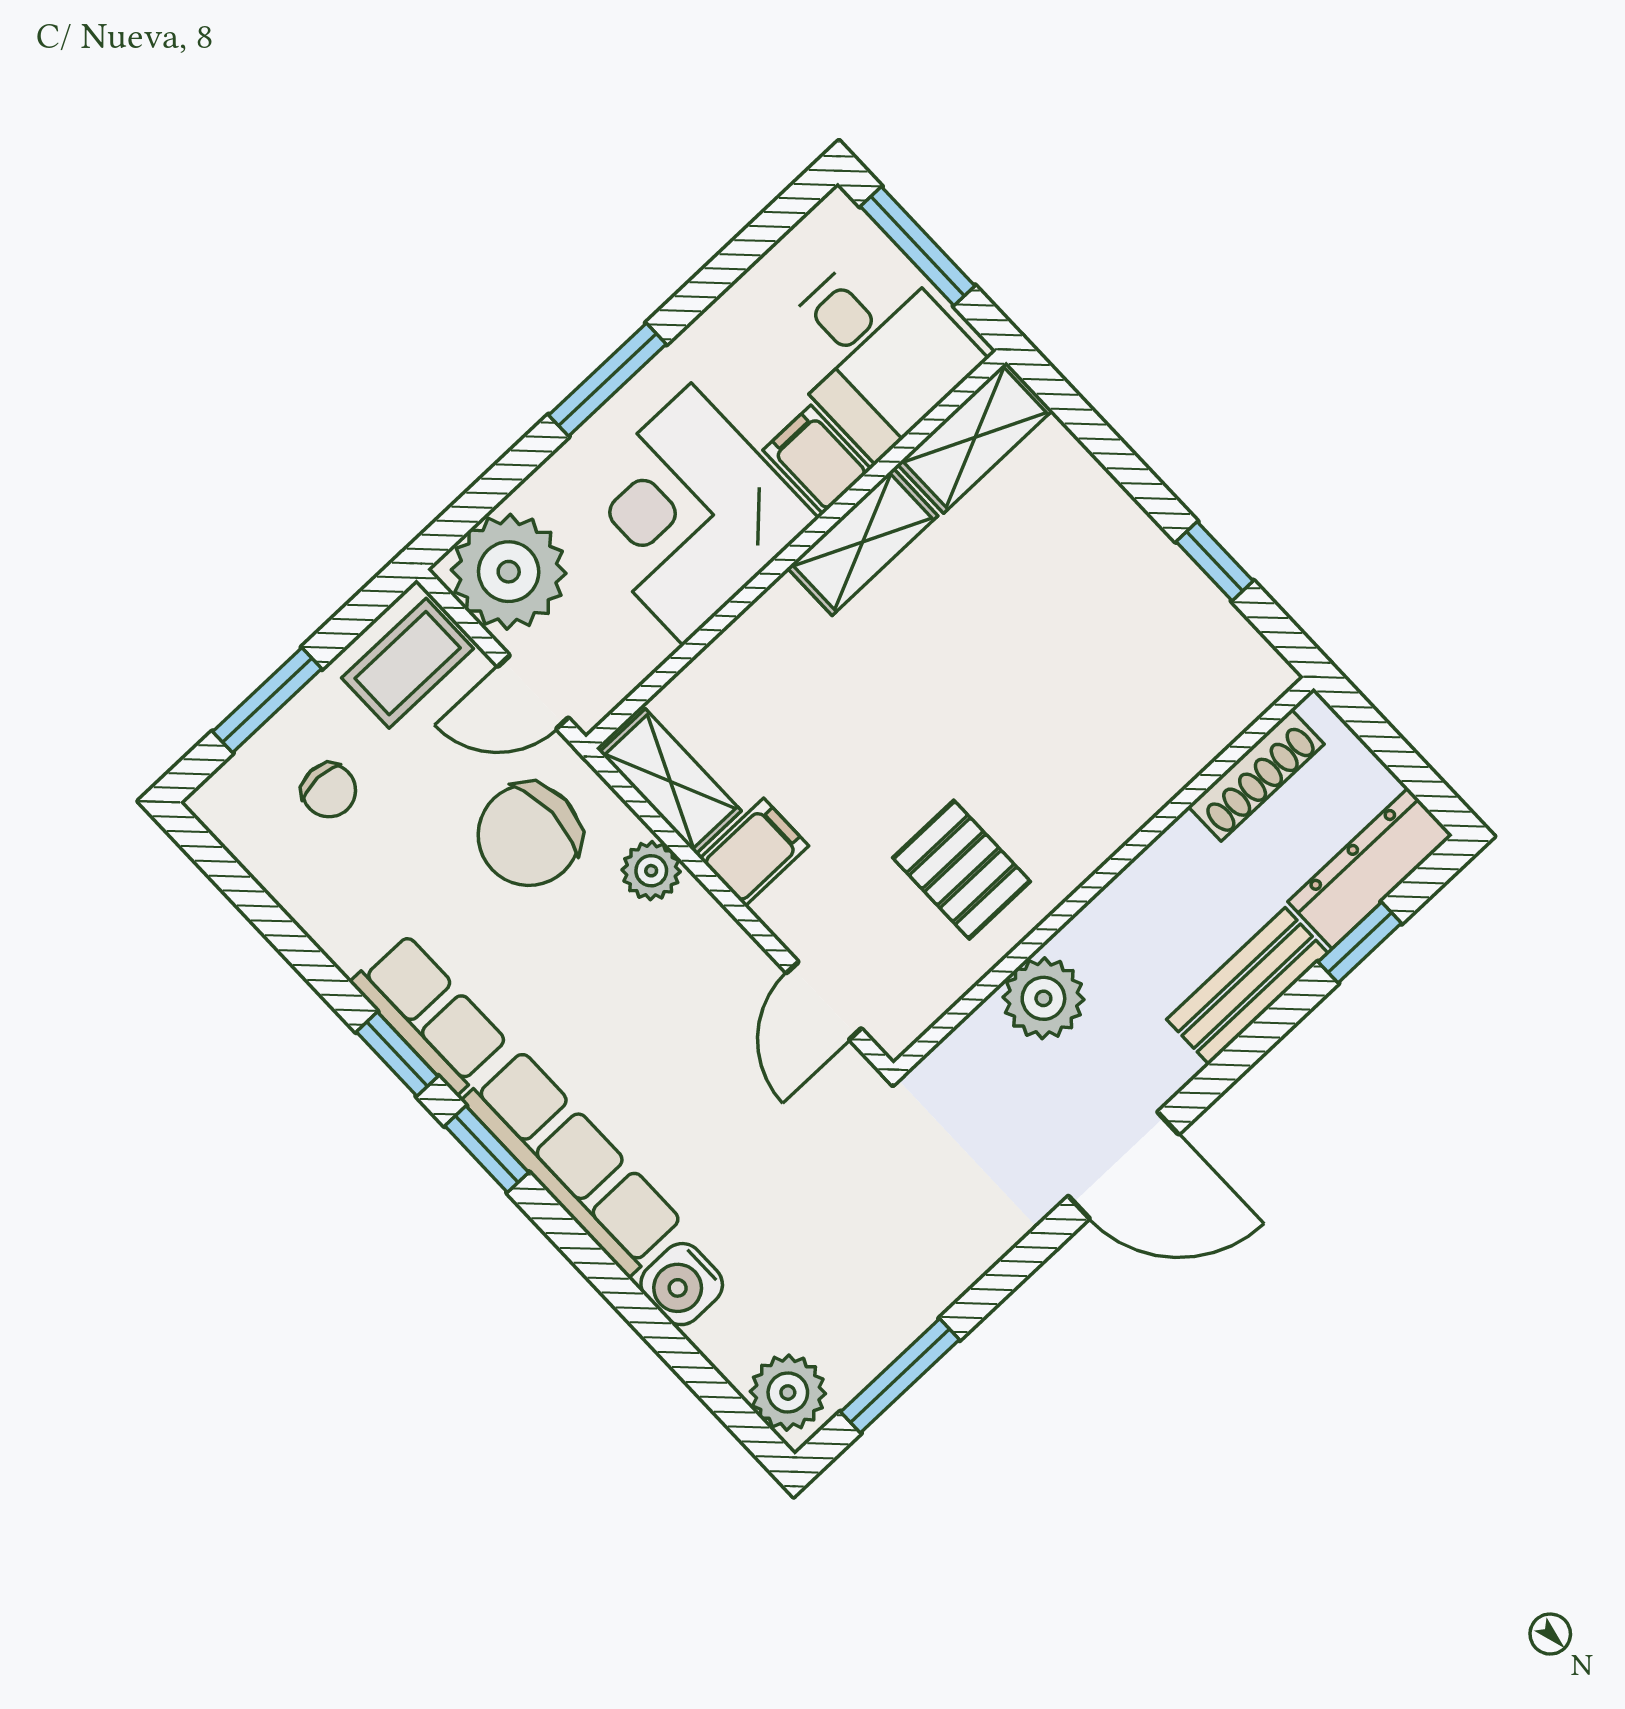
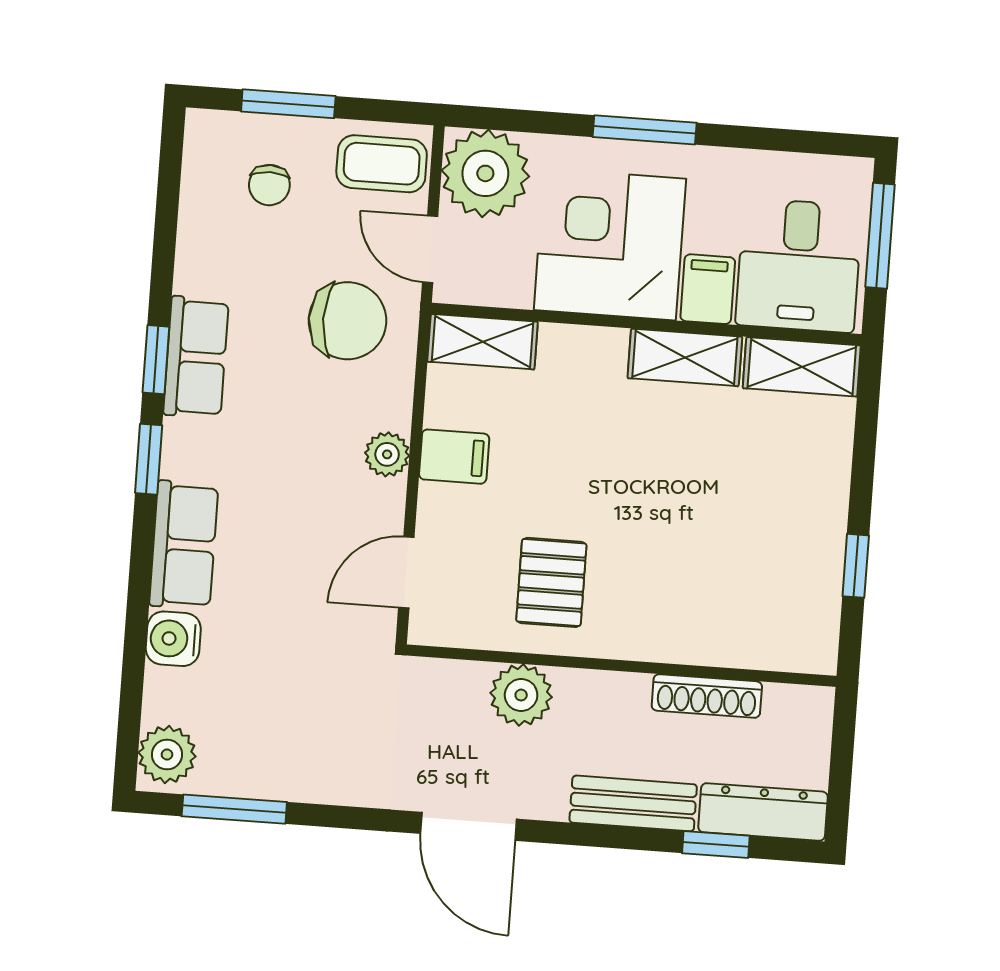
shoe rack: (1256, 775) -> (707, 696), moved
shelving: (670, 781) -> (483, 342), moved, turned 90
chair: (529, 835) -> (348, 321), turned 180
plant: (651, 871) -> (387, 454), moved
row of seats: (573, 1162) -> (184, 545), width x0.68

